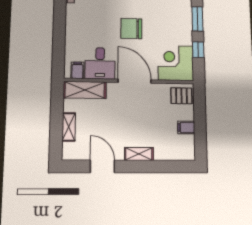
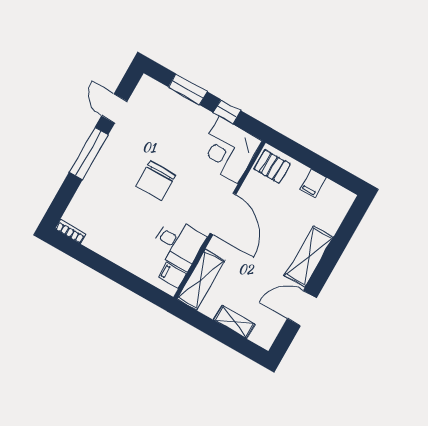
door: (135, 81) -> (223, 214), swing flipped
pallet: (181, 96) -> (272, 167), turned 90
shelving: (139, 154) -> (309, 256), width x1.50, depth x1.33

